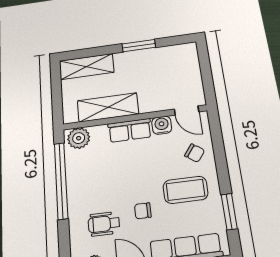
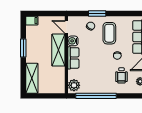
filing cabinet: (190, 52) -> (32, 21), added
shelving: (108, 107) -> (58, 50), moved
door: (187, 110) -> (66, 27), swing flipped
window: (229, 212) -> (97, 14), moved

